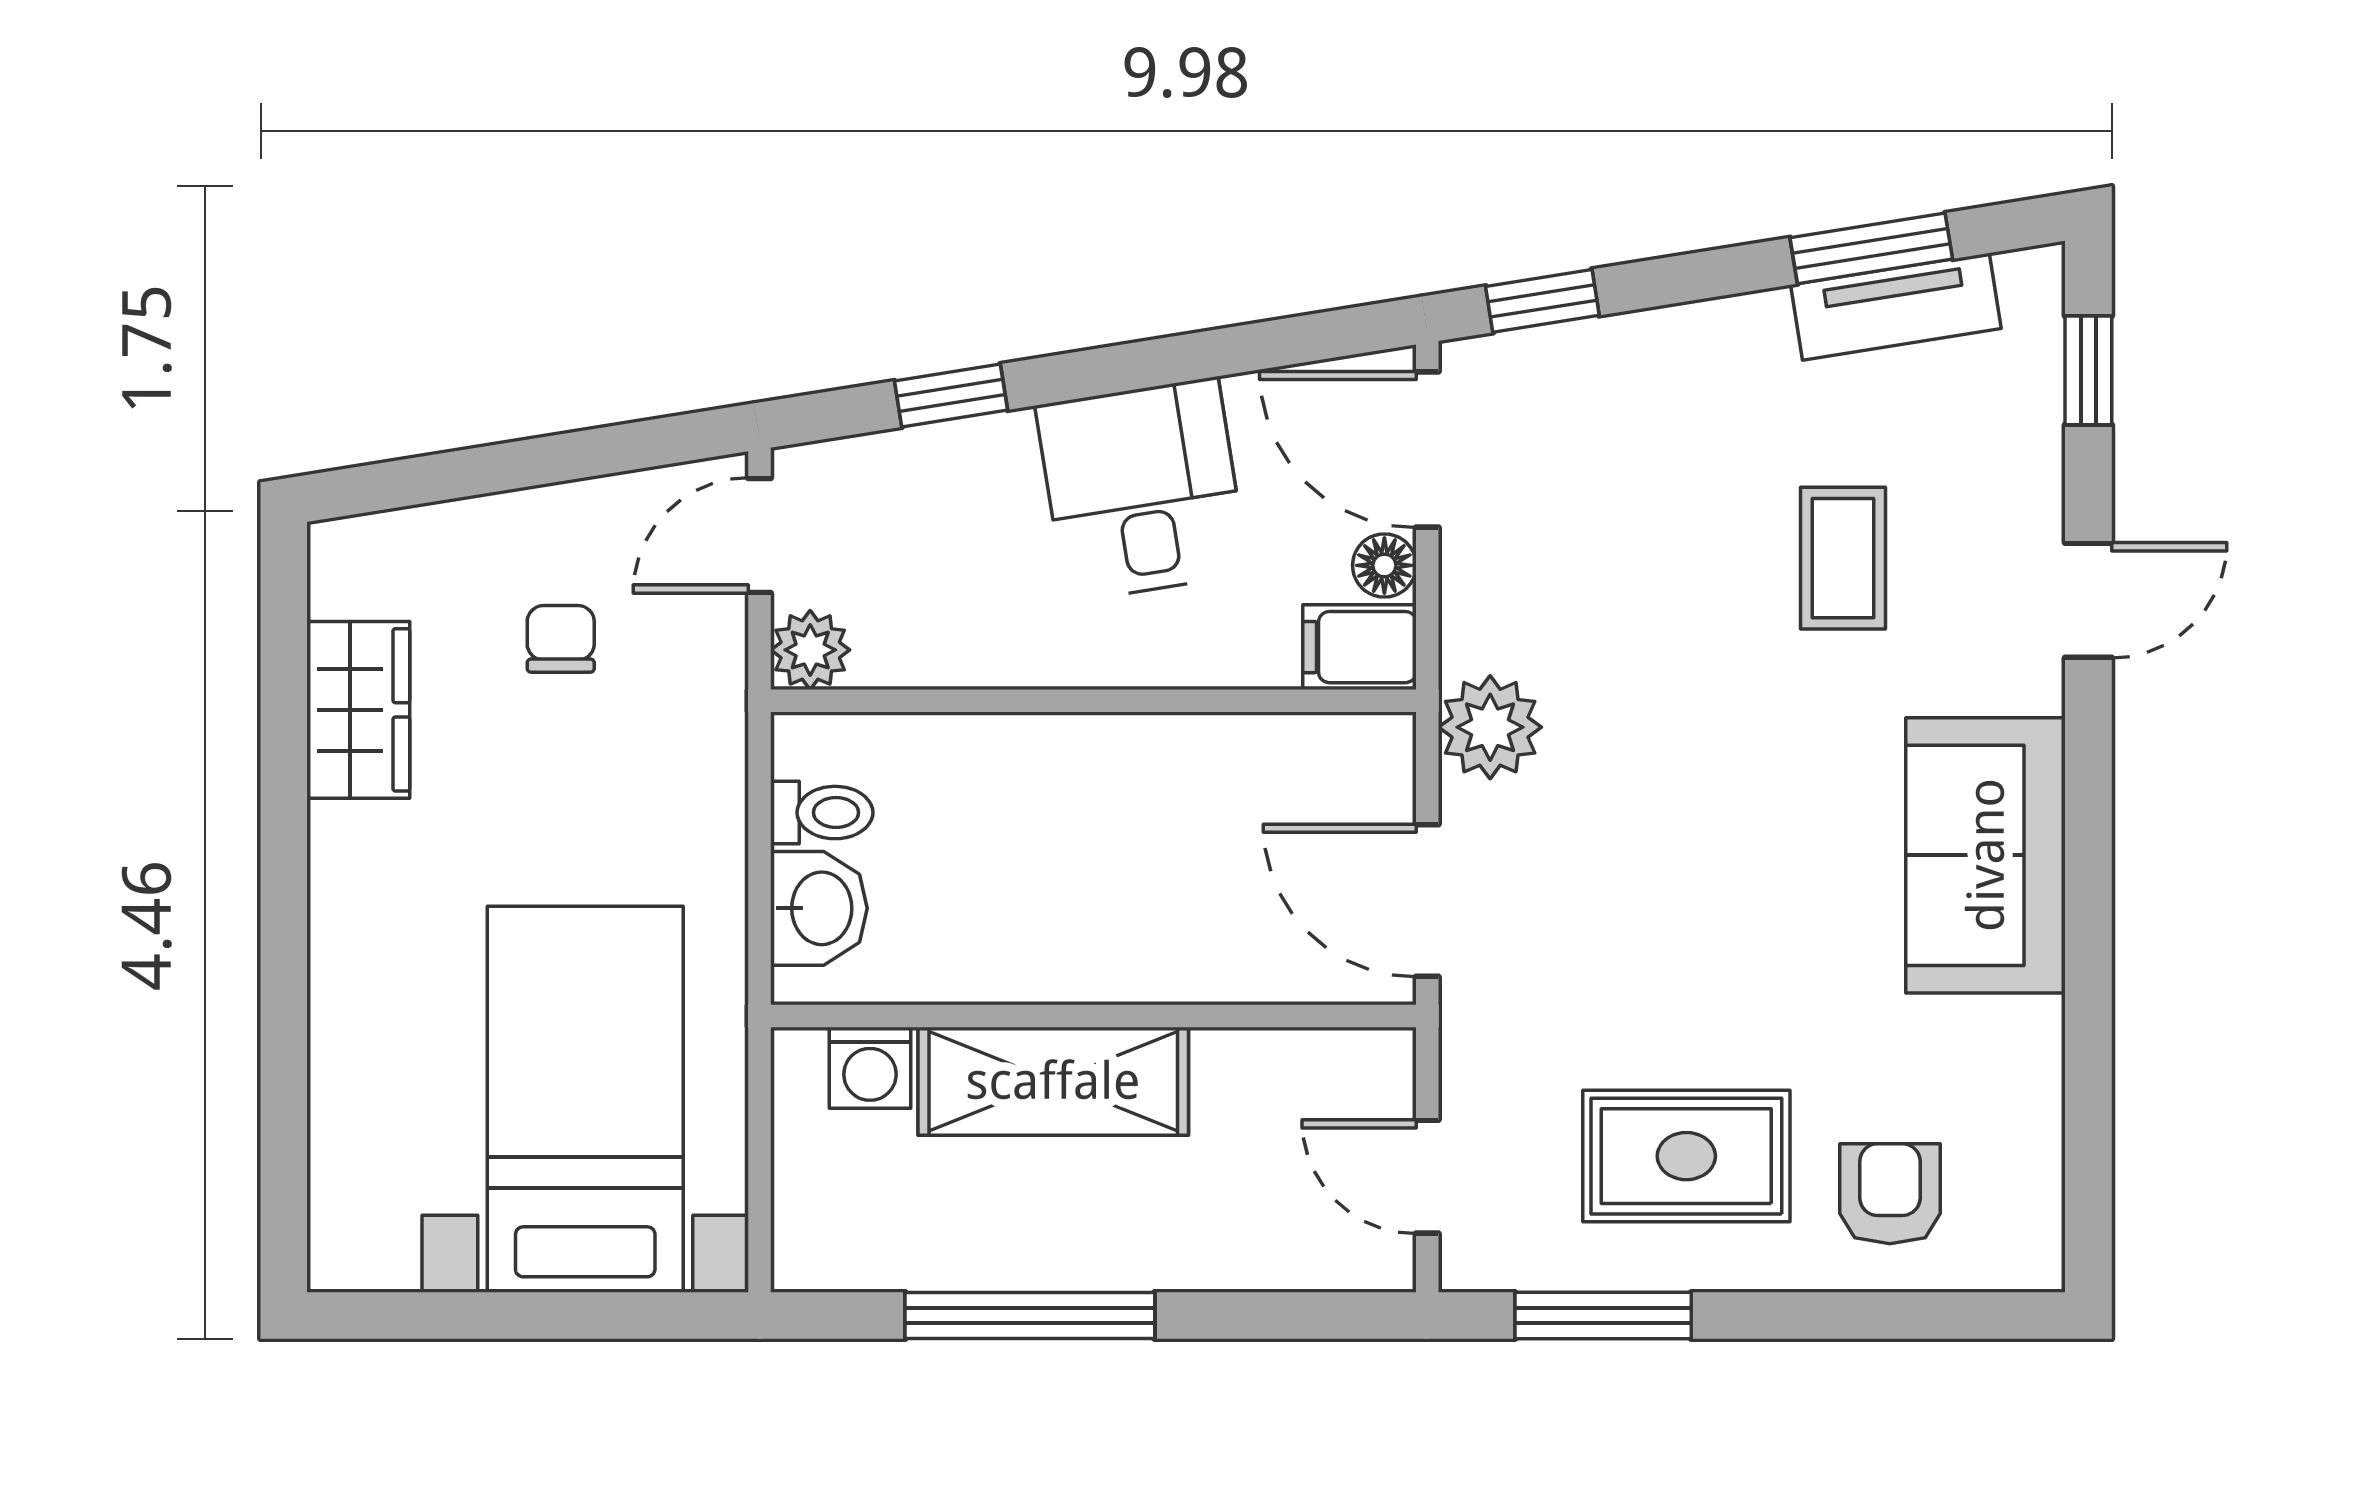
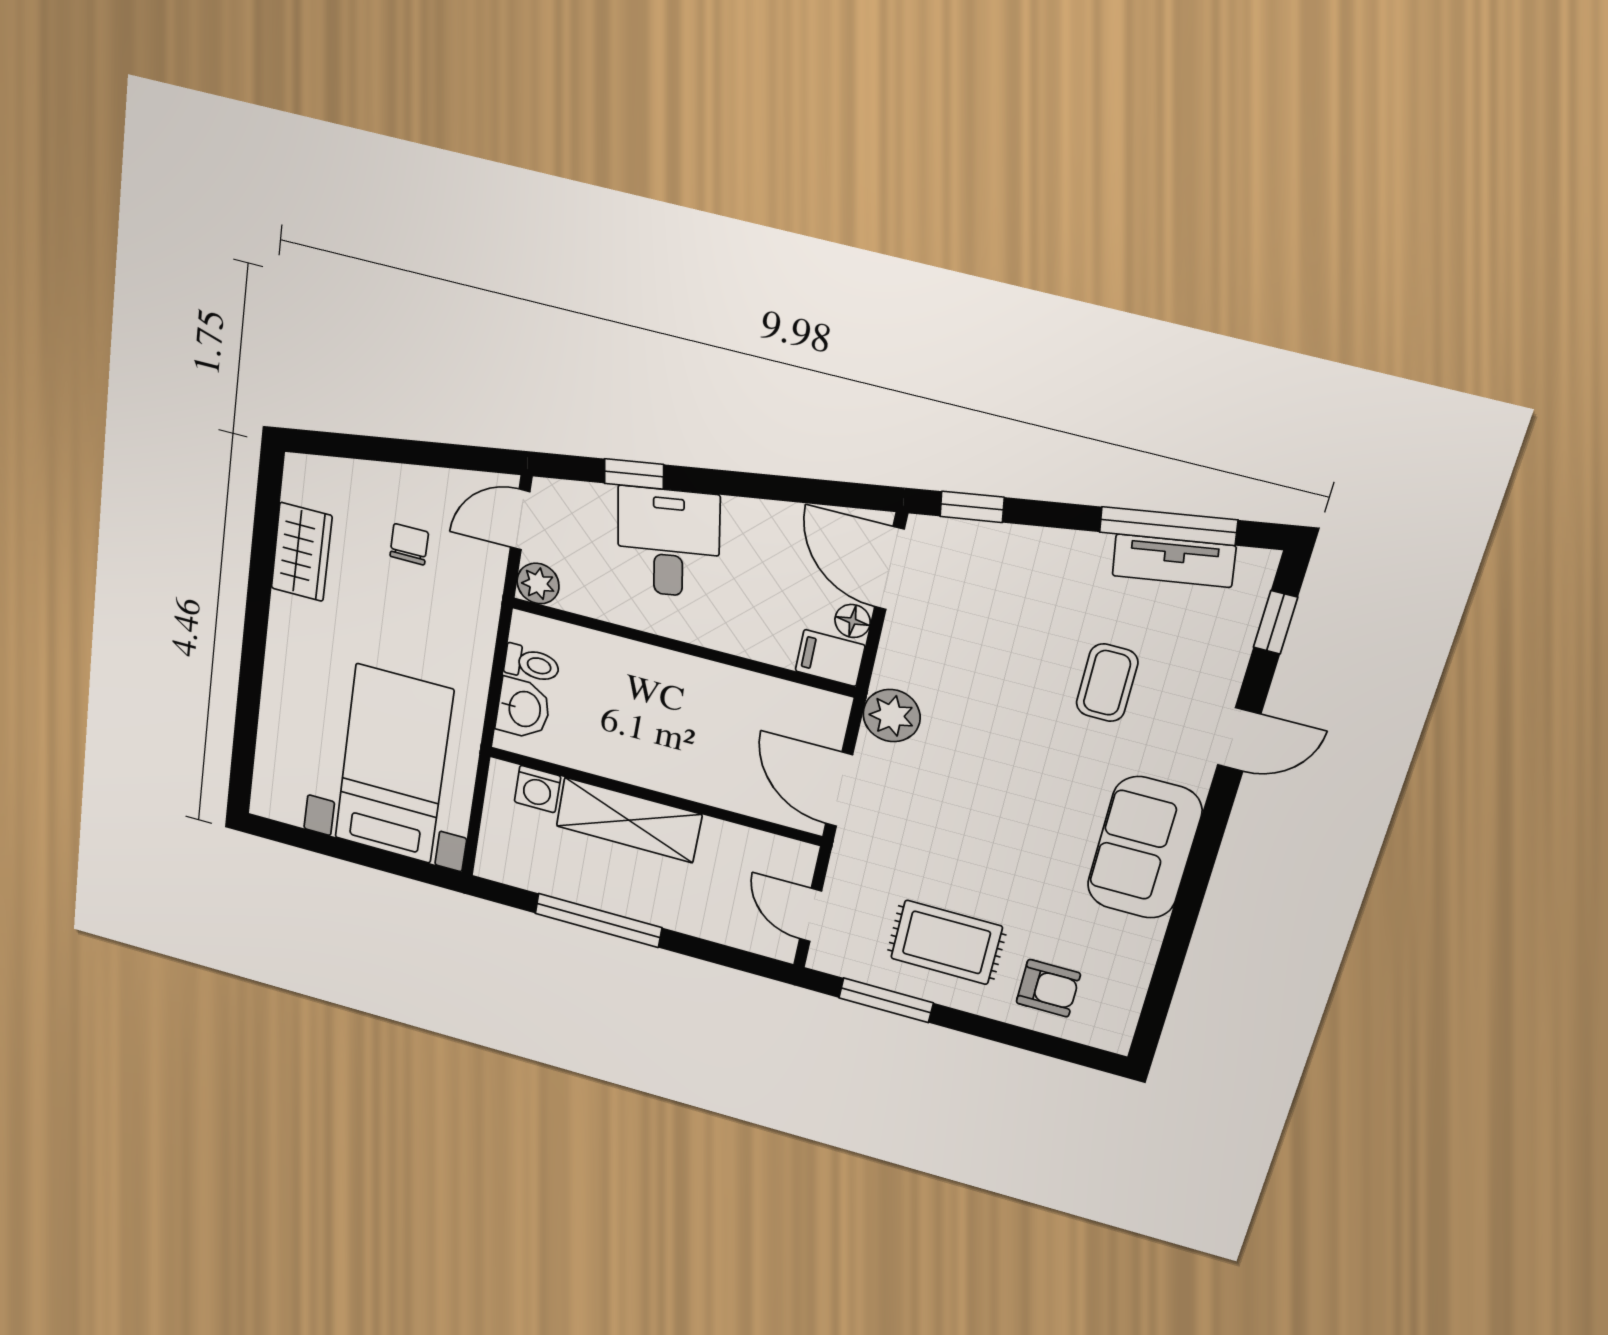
window: (1871, 248) -> (1168, 526), width x1.44
desk: (1142, 490) -> (668, 543), moved
armchair: (1890, 1194) -> (1048, 988), turned 90

